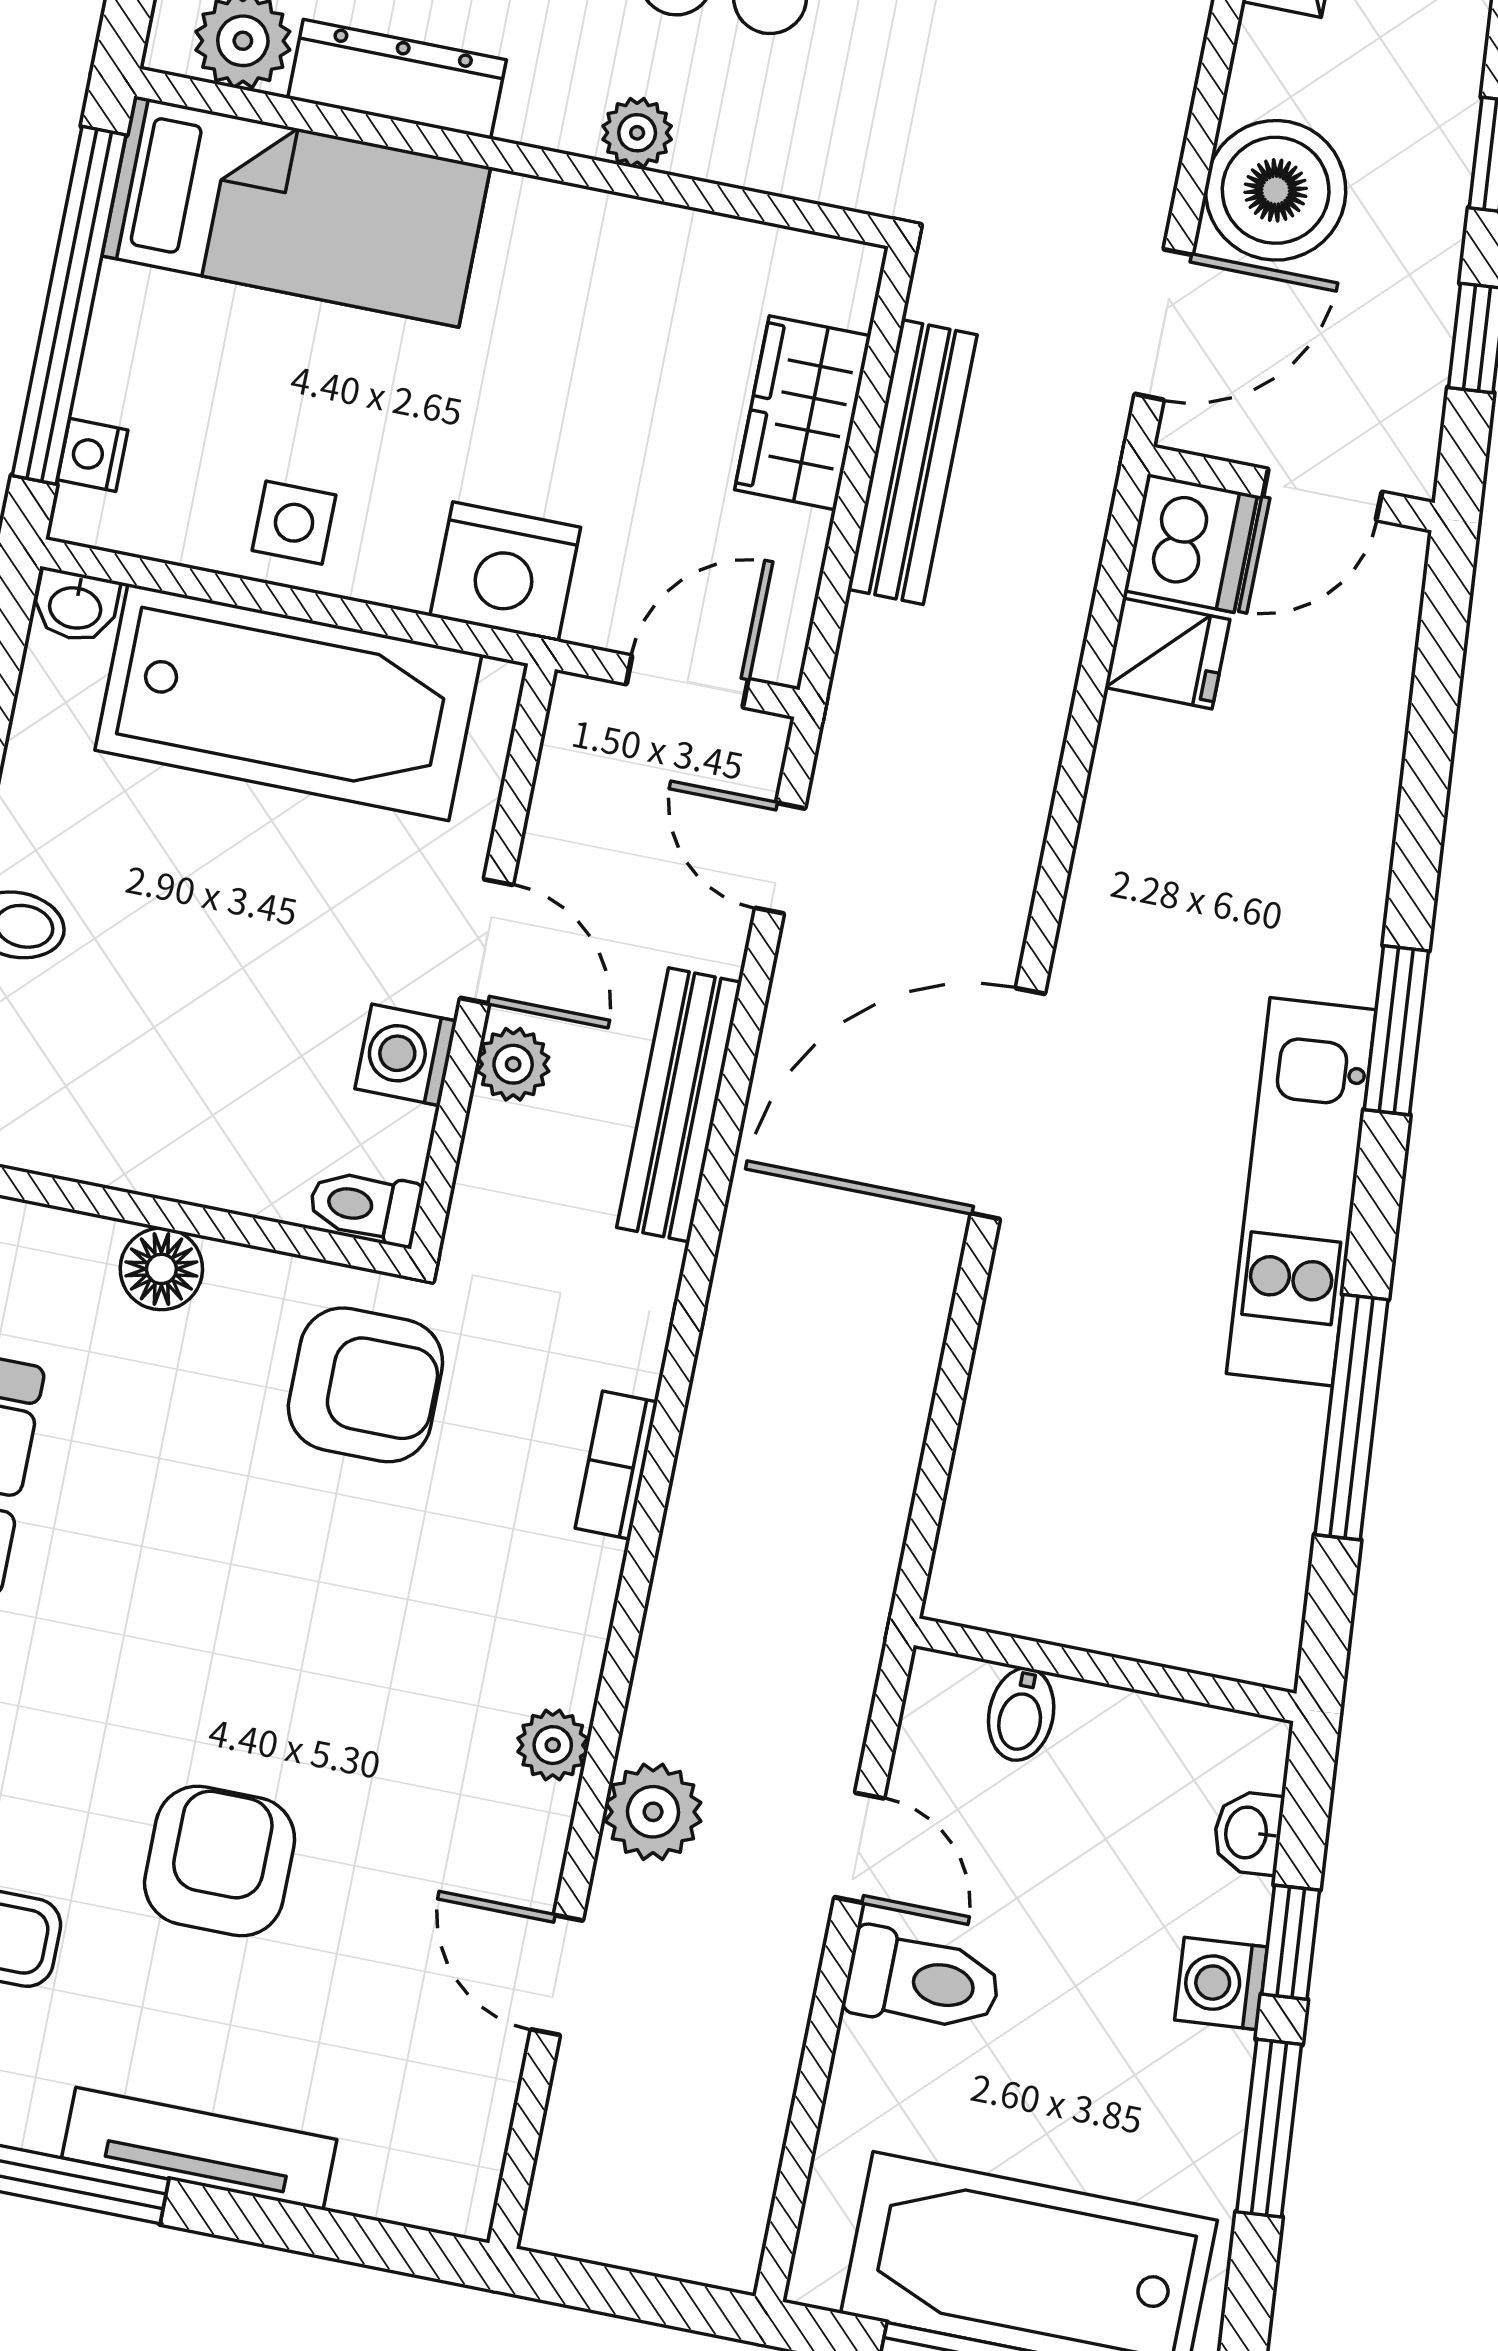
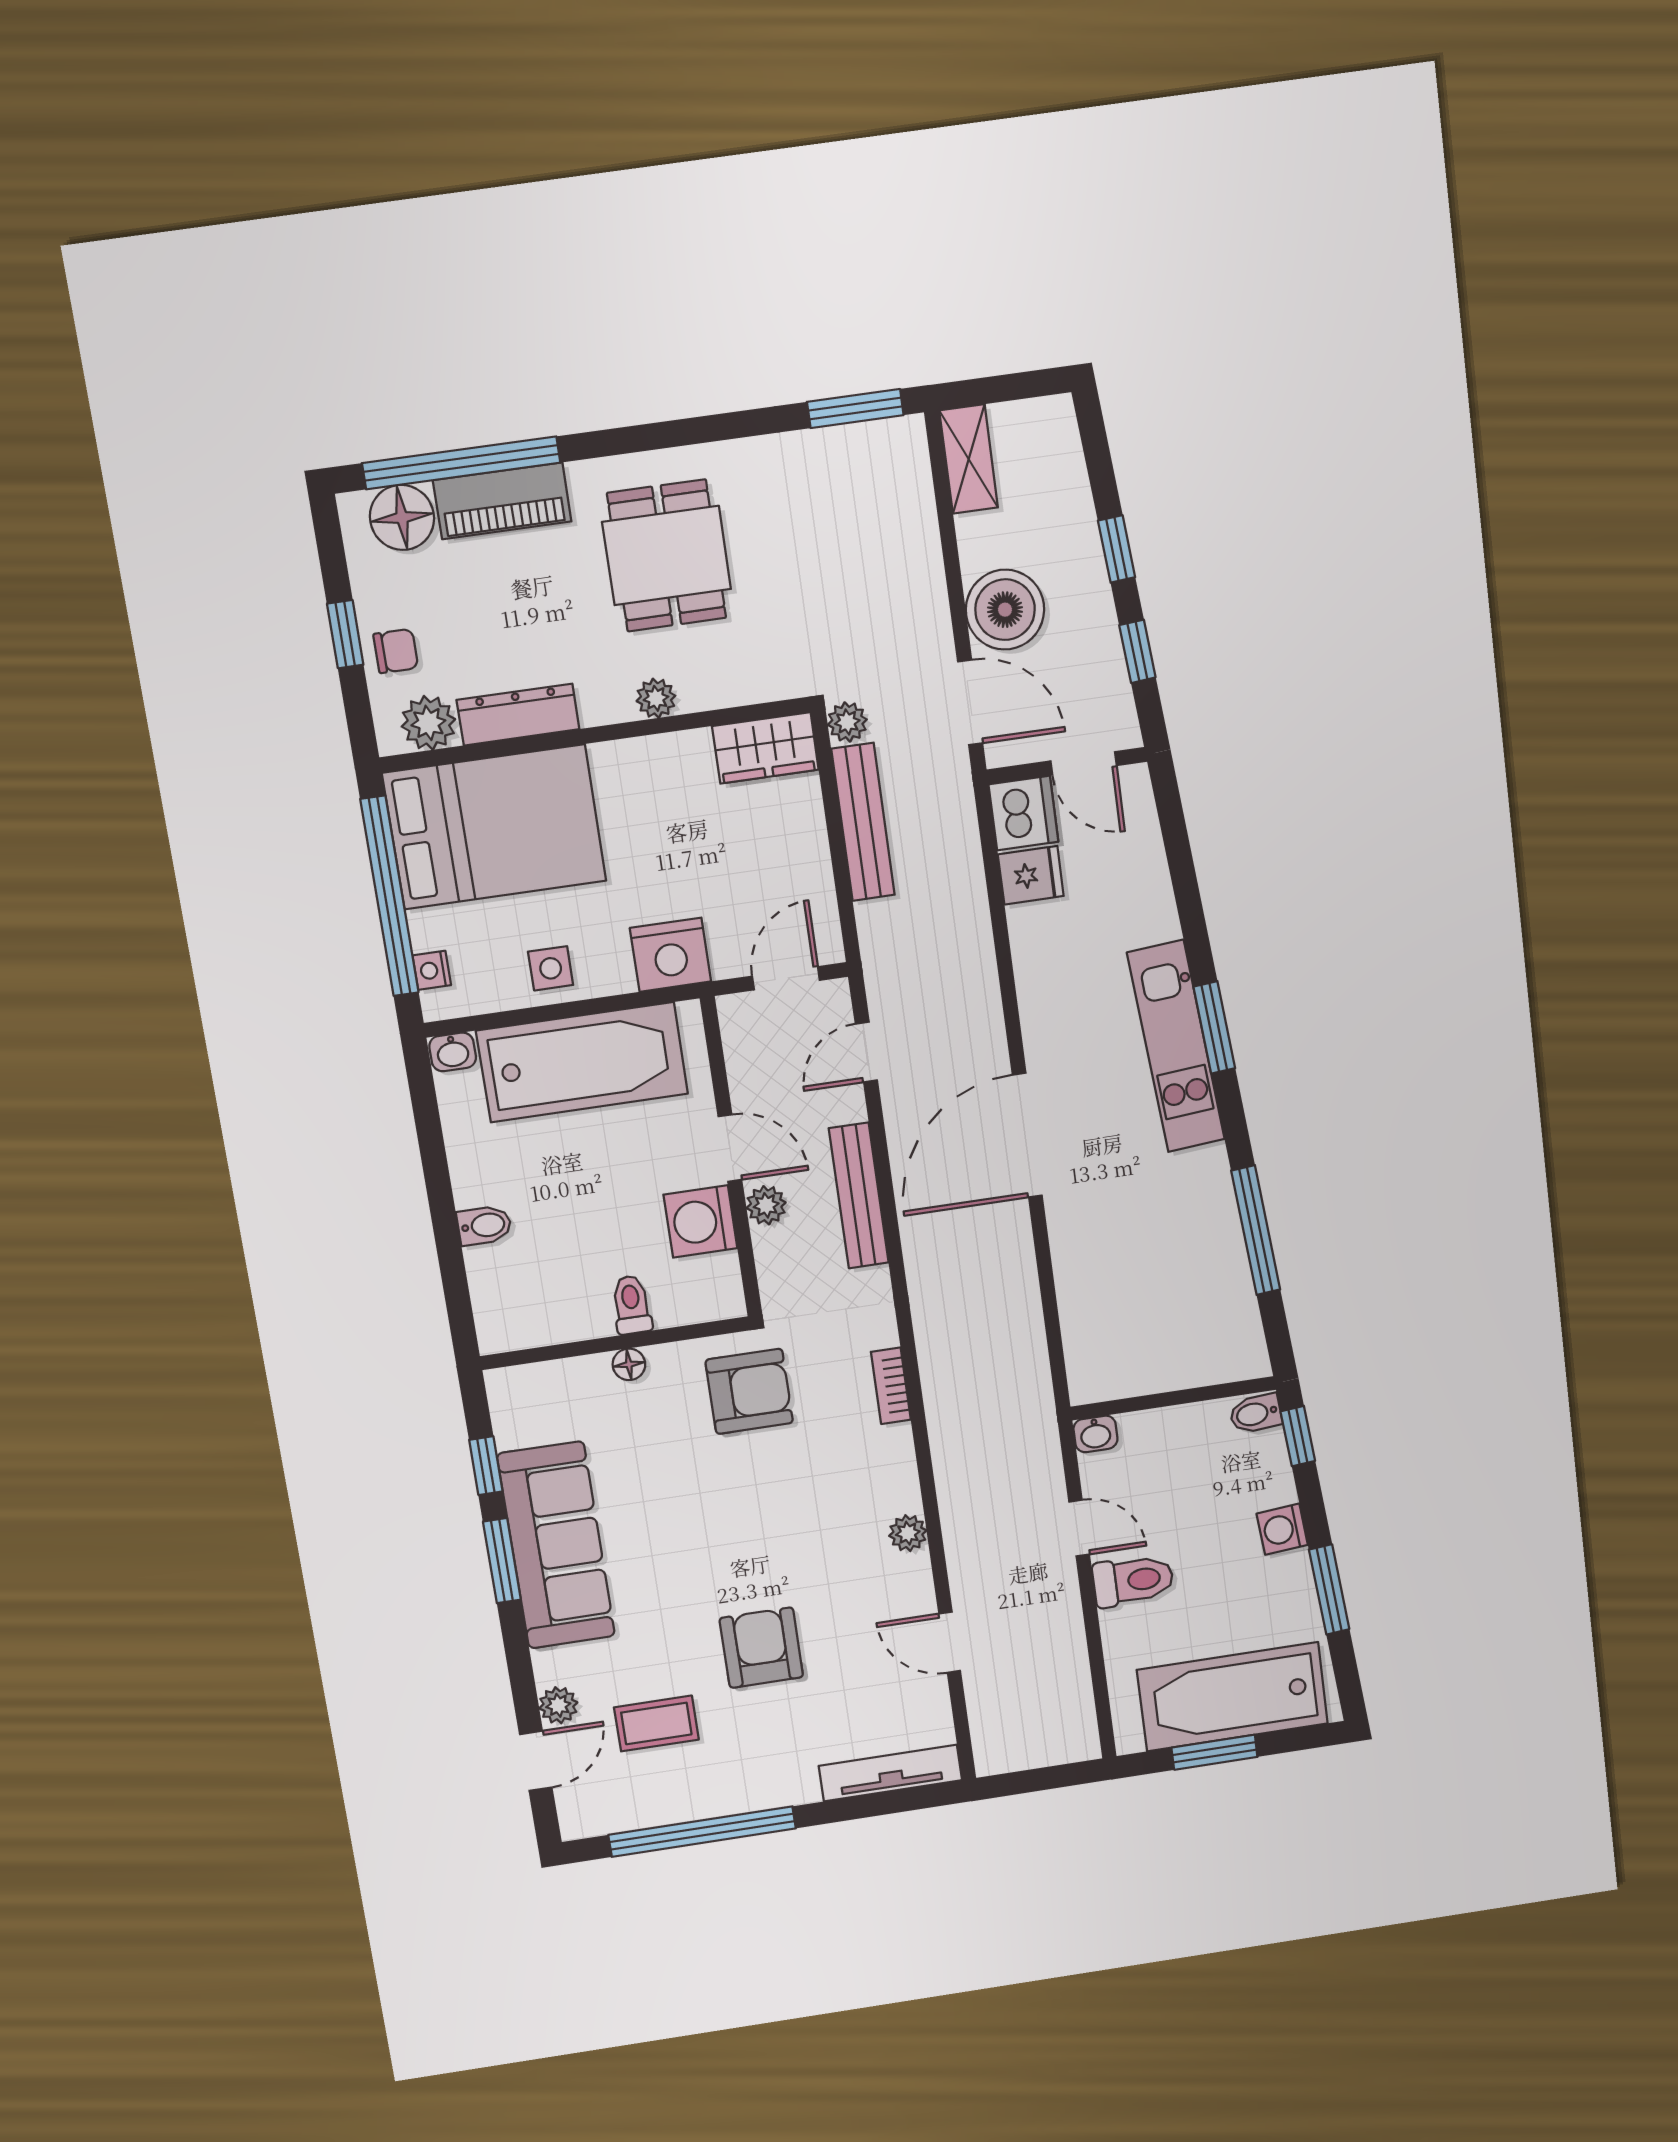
bed: (296, 211) -> (495, 827), width x1.50
door: (1164, 324) -> (970, 702), hinge flipped
wardrobe: (803, 413) -> (765, 748), moved, turned -90
door: (1322, 495) -> (1084, 763), hinge flipped
door: (780, 858) -> (866, 1052), hinge flipped
washing machine: (406, 1055) -> (700, 1221), width x1.38, depth x1.38
kitchen unit: (1301, 1192) -> (1176, 1046), moved
toilet: (365, 1206) -> (632, 1305), moved, turned 90
floor lamp: (161, 1269) -> (629, 1364), width x0.73, depth x0.73
bidet: (1021, 1714) -> (1256, 1414), moved, turned 85
plant: (653, 1812) -> (847, 722), moved, width x0.73, depth x0.73
washbasin: (1248, 1833) -> (1095, 1434), moved, turned -85
window: (1291, 1942) -> (1298, 1436), moved
tv unit: (199, 2149) -> (890, 1773), moved

